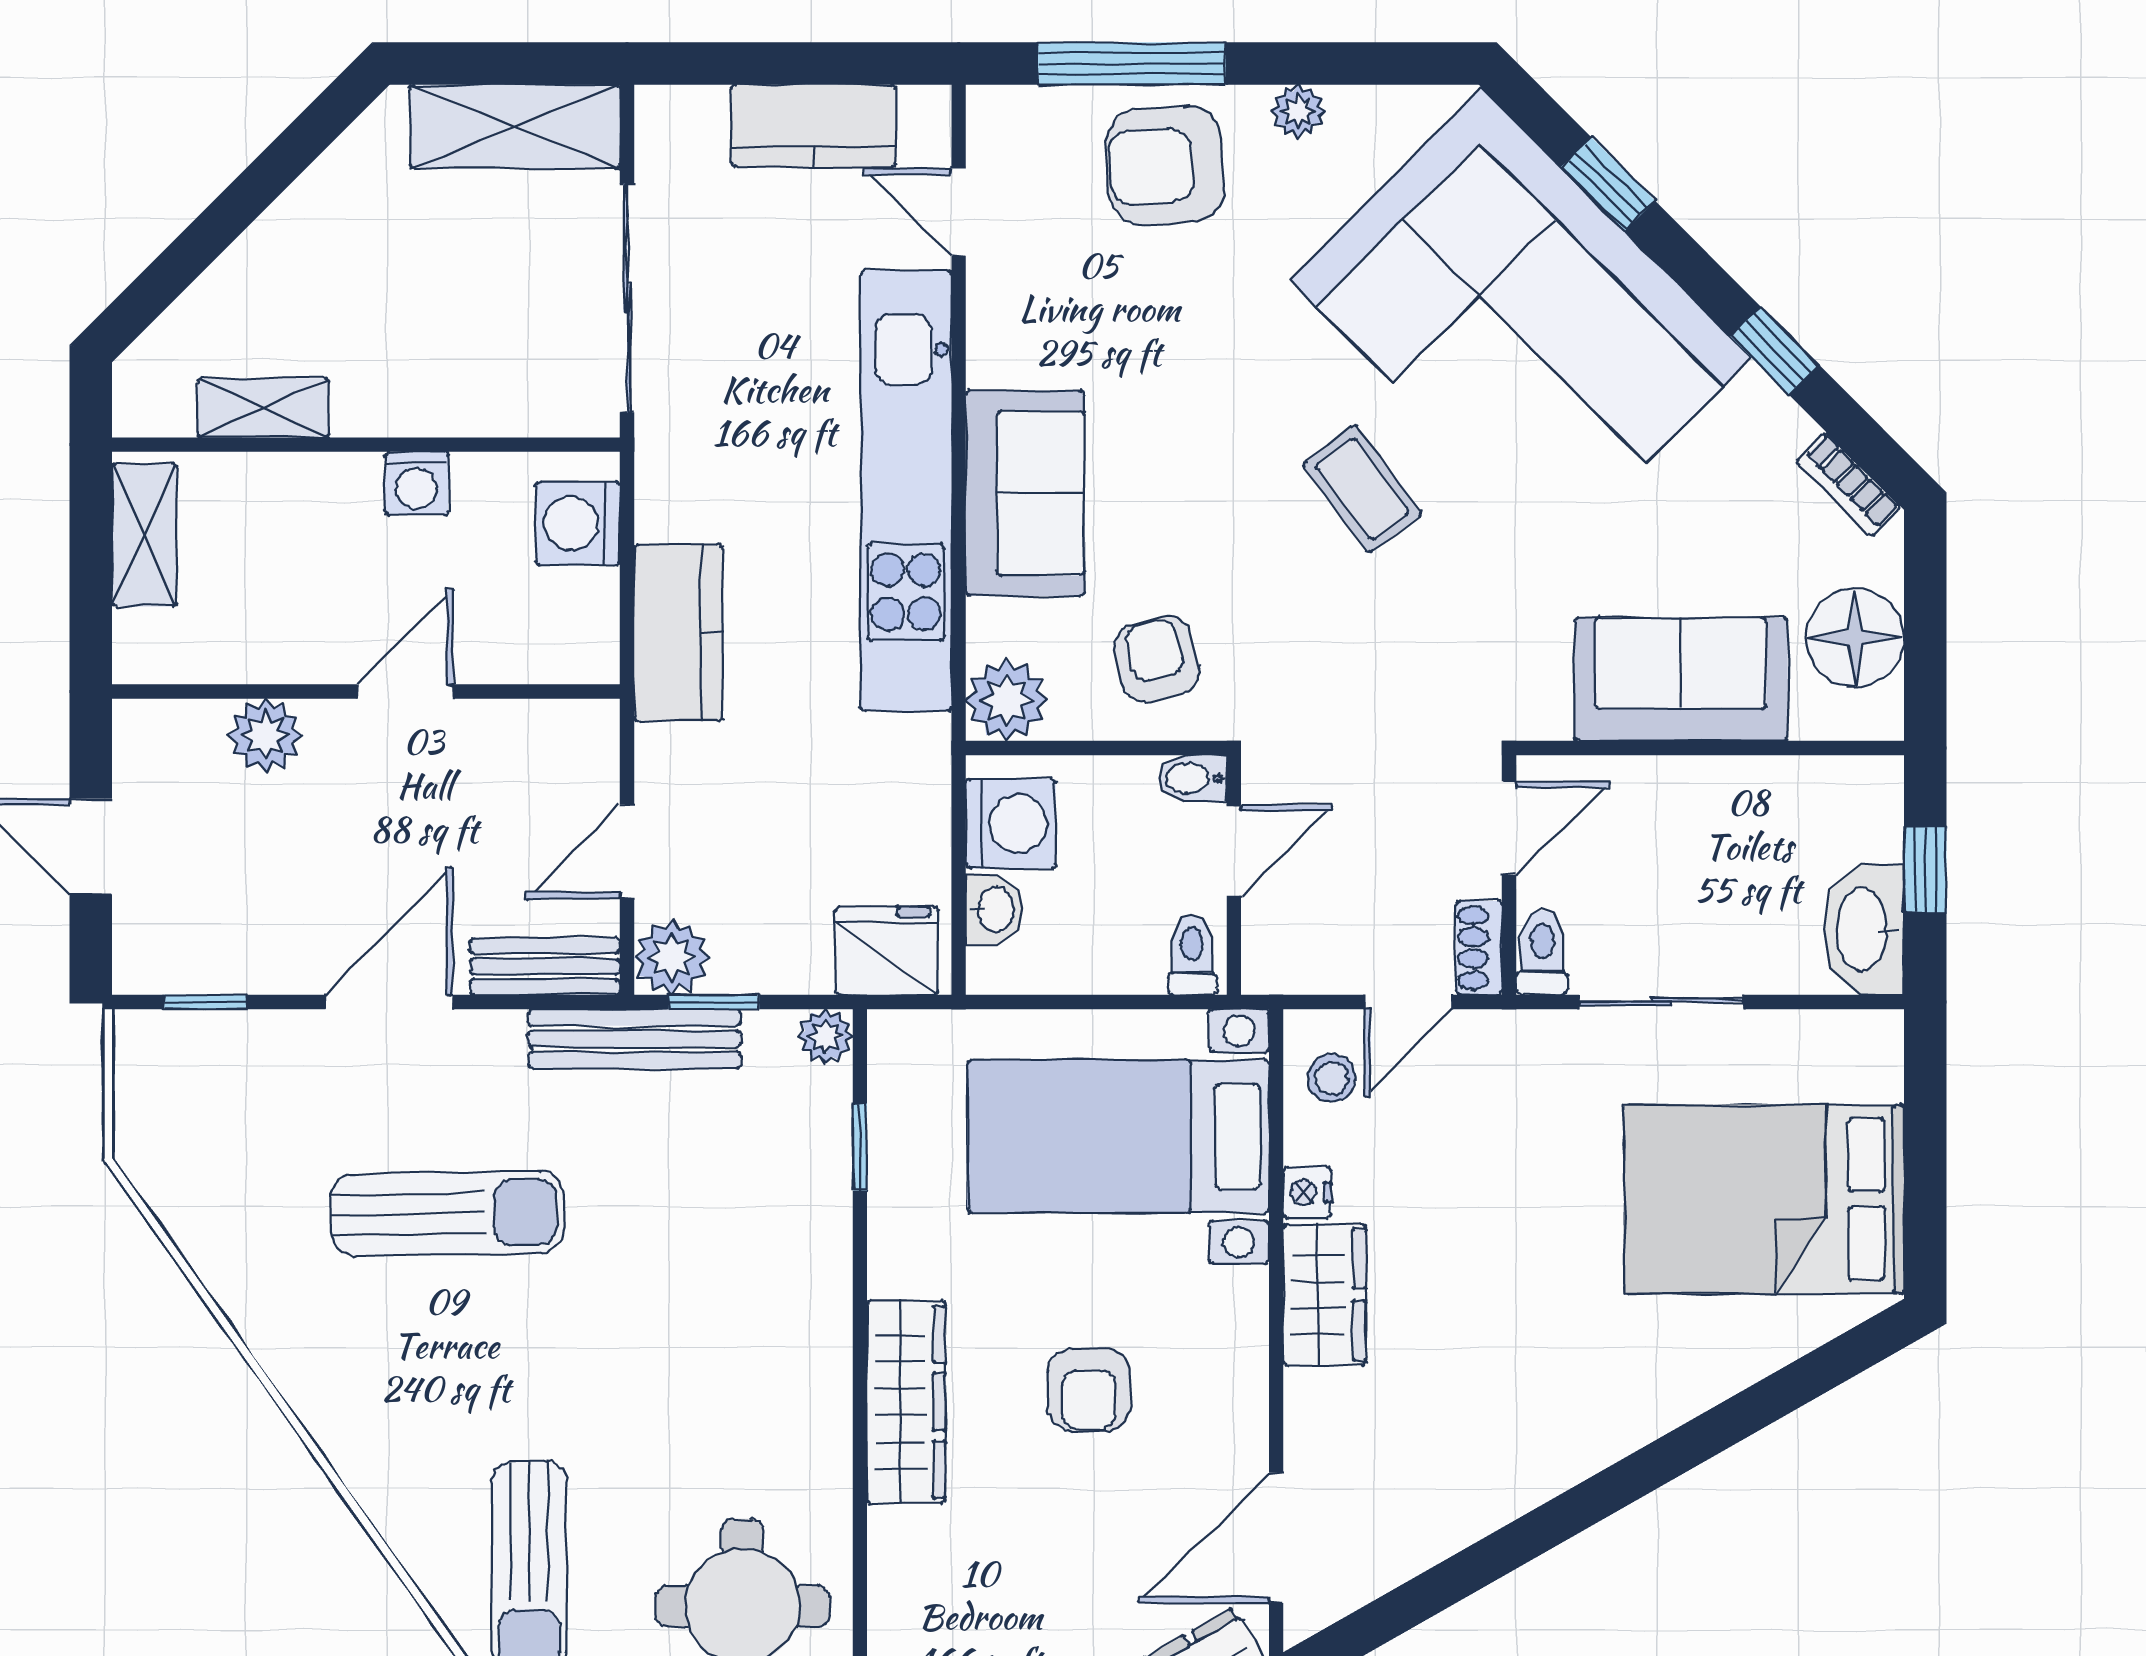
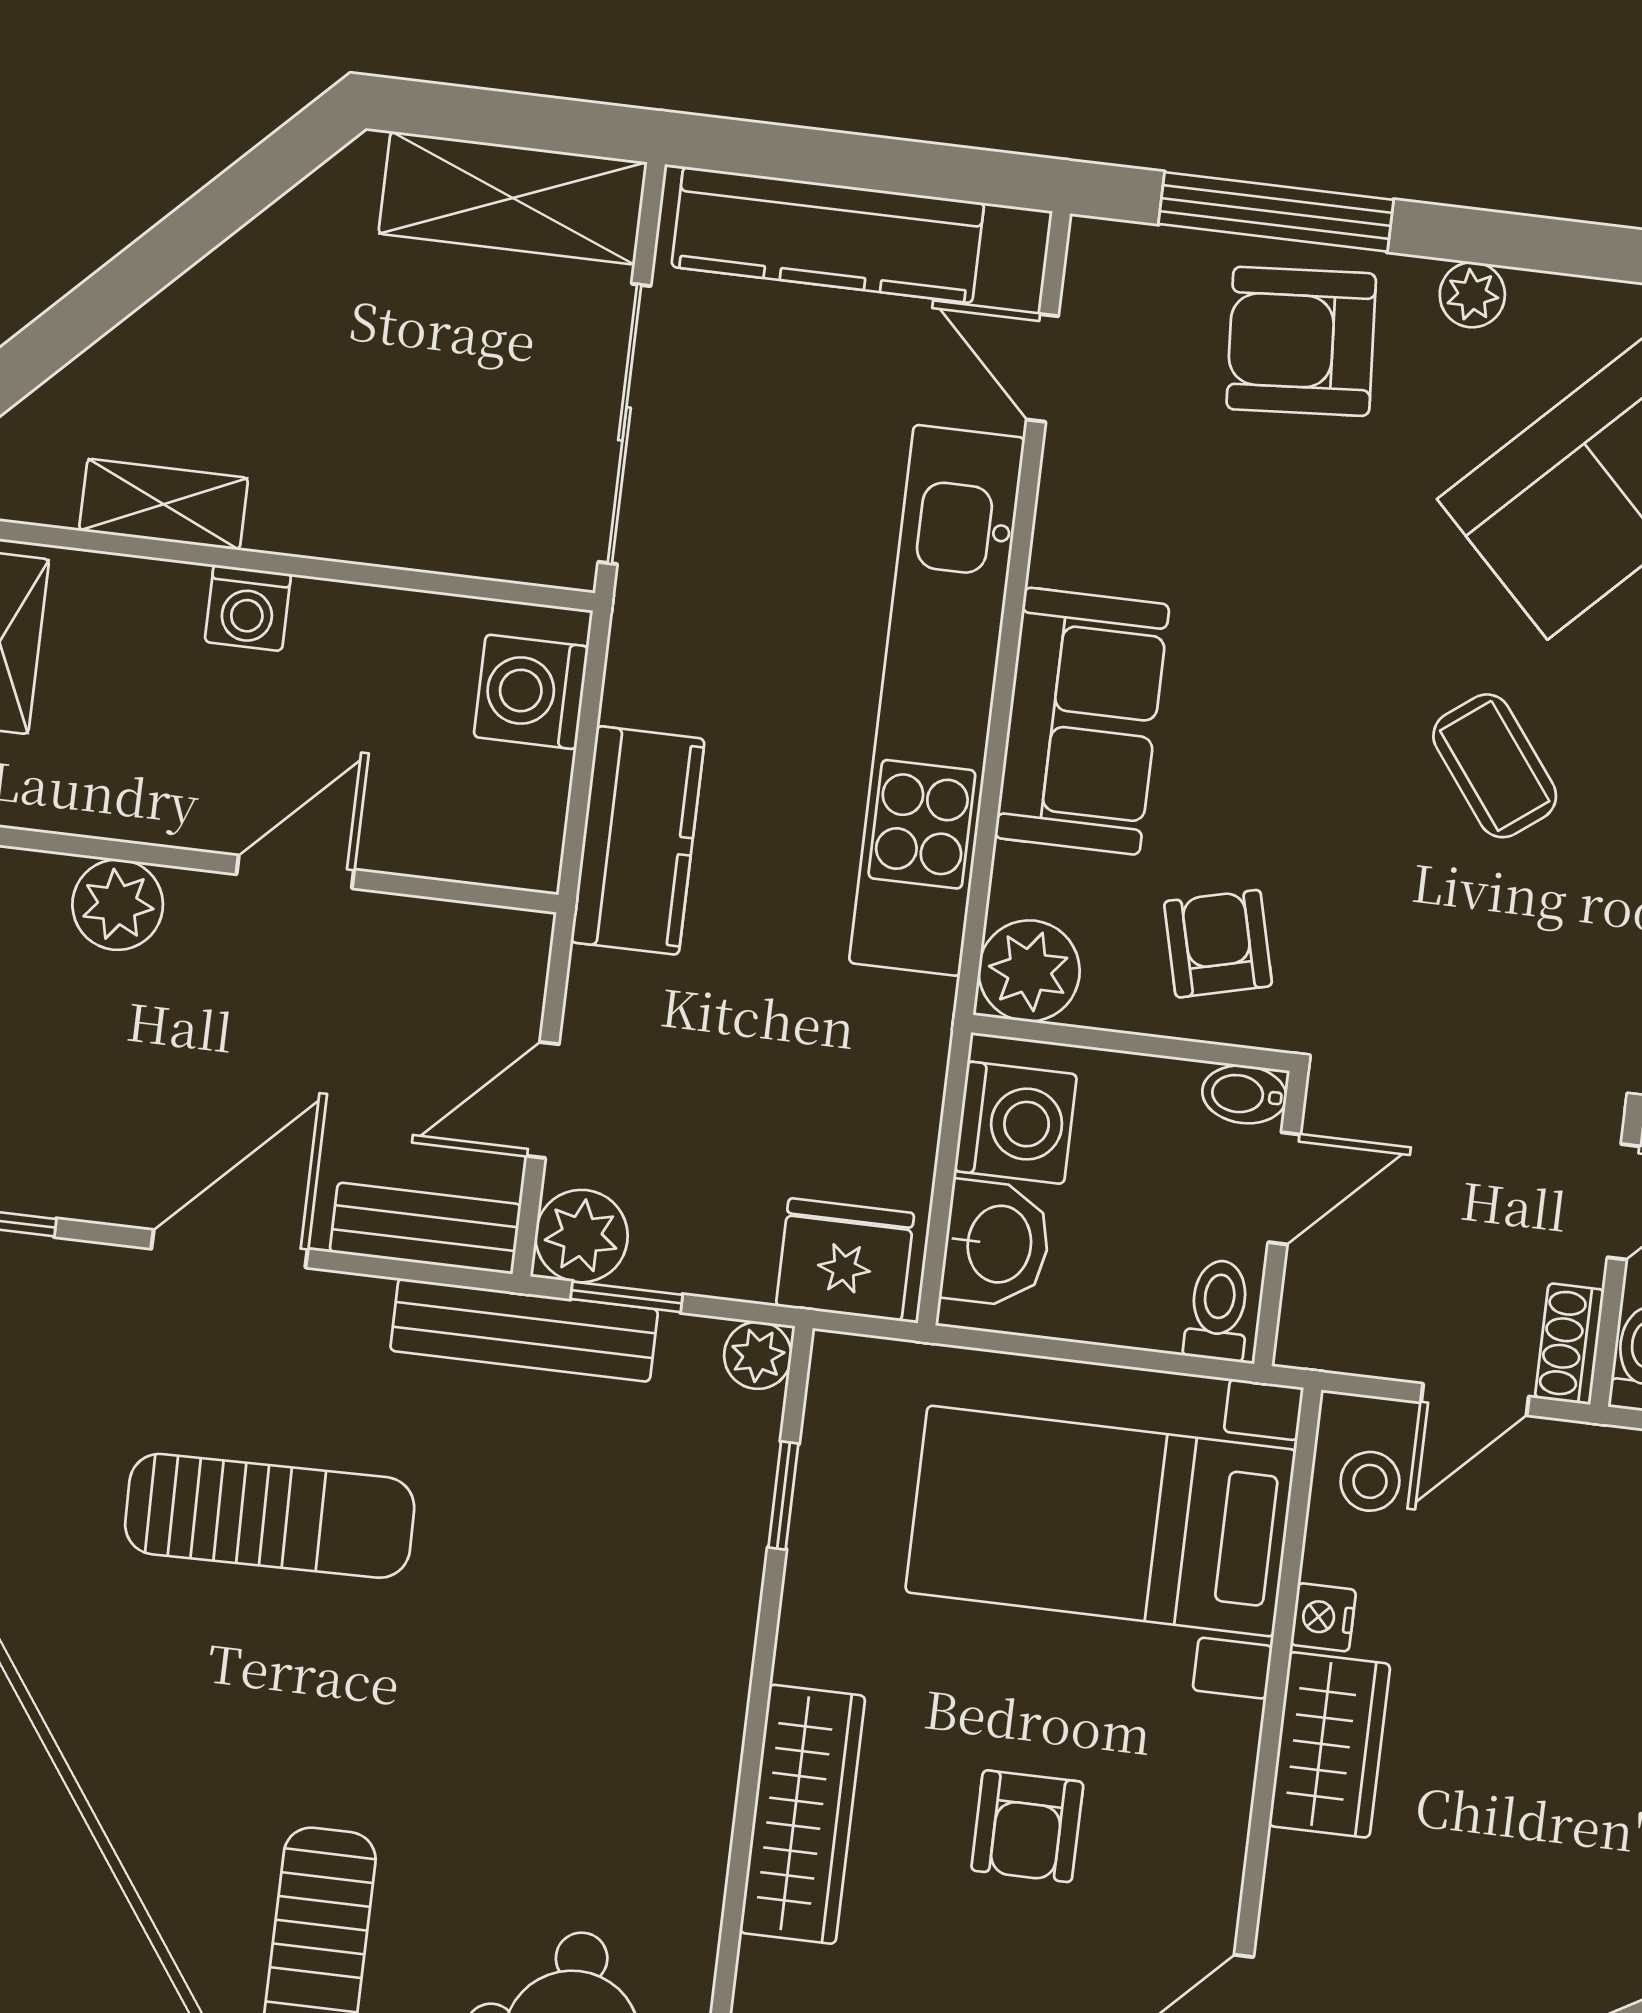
kitchen counter: (814, 126) -> (828, 235), width x1.50
washing machine: (416, 483) -> (248, 608), moved
washbasin: (994, 909) -> (996, 1244), width x1.38, depth x1.45

